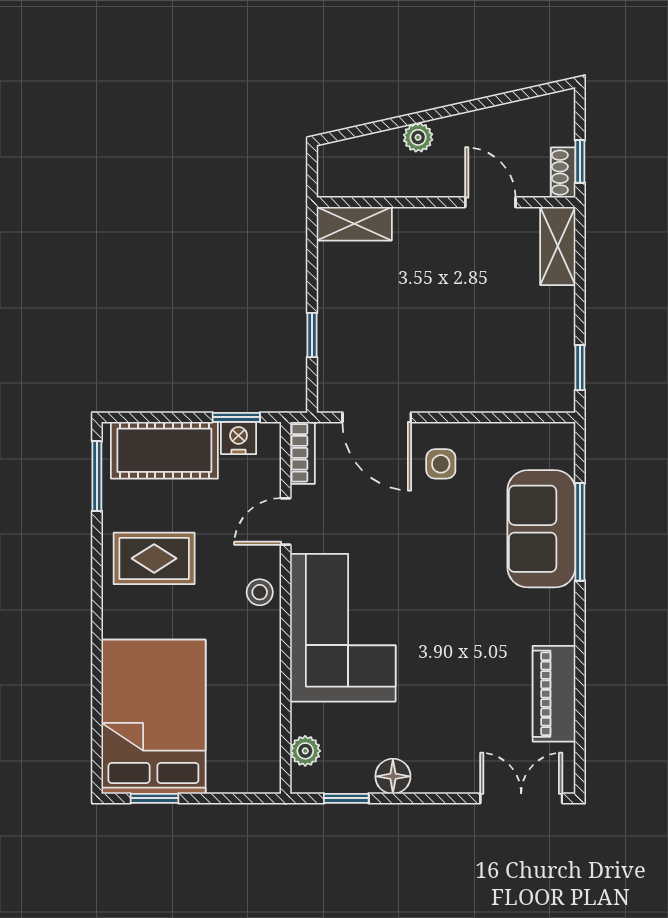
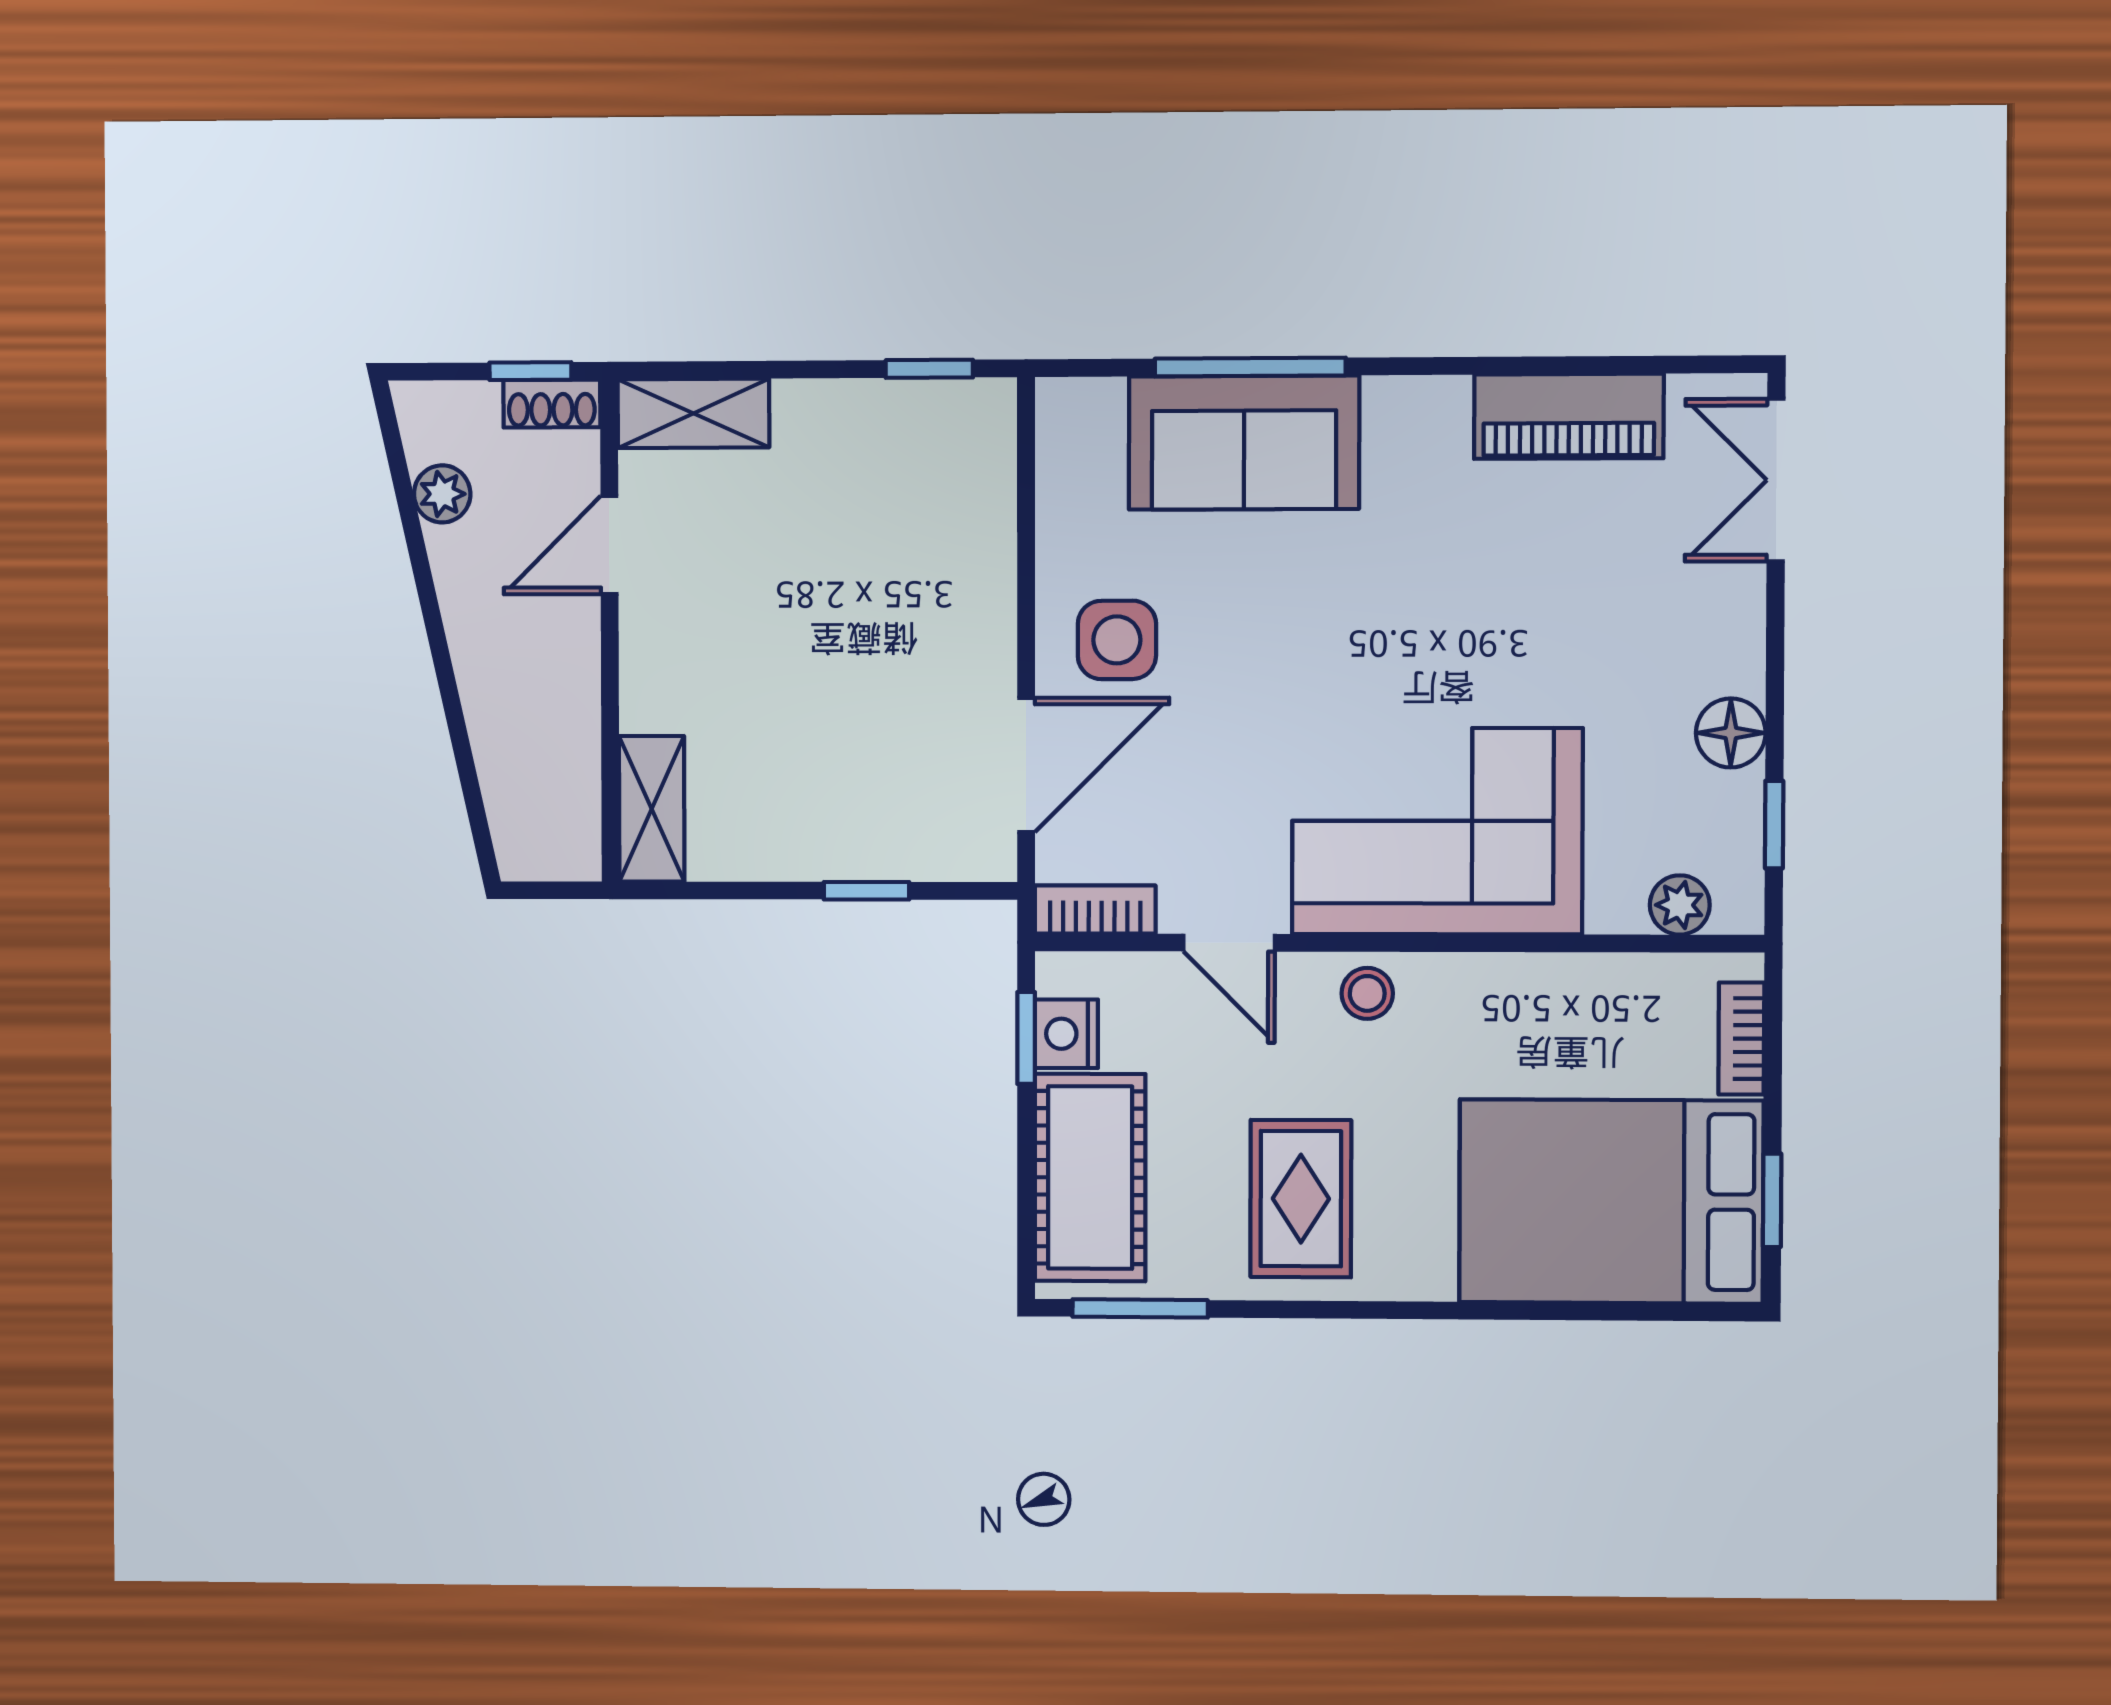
plant: (418, 137) -> (442, 494), moved
side table: (441, 464) -> (1117, 640), width x1.37, depth x1.37
bookcase: (237, 782) -> (1741, 1039), added

